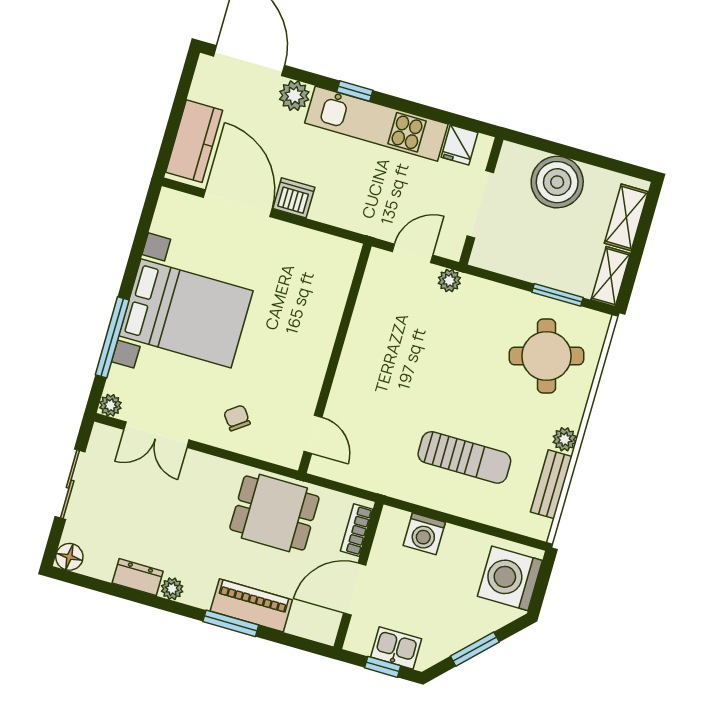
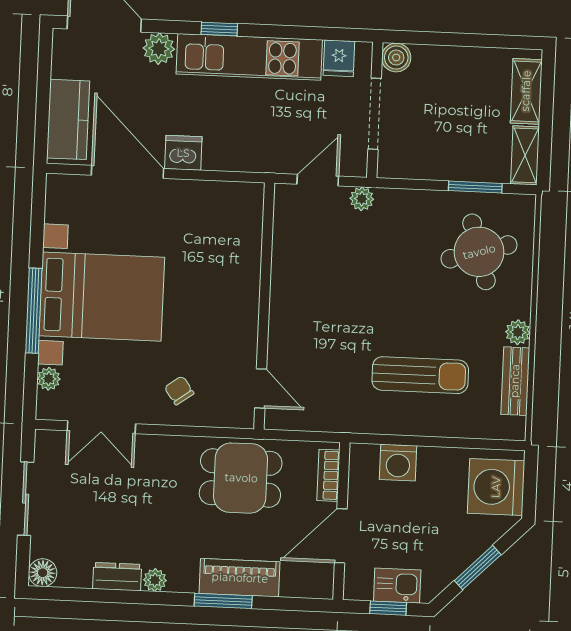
boiler: (557, 182) -> (396, 57), moved, width x0.54, depth x0.54
window: (112, 337) -> (34, 311), moved
plant: (110, 405) -> (49, 379), moved

